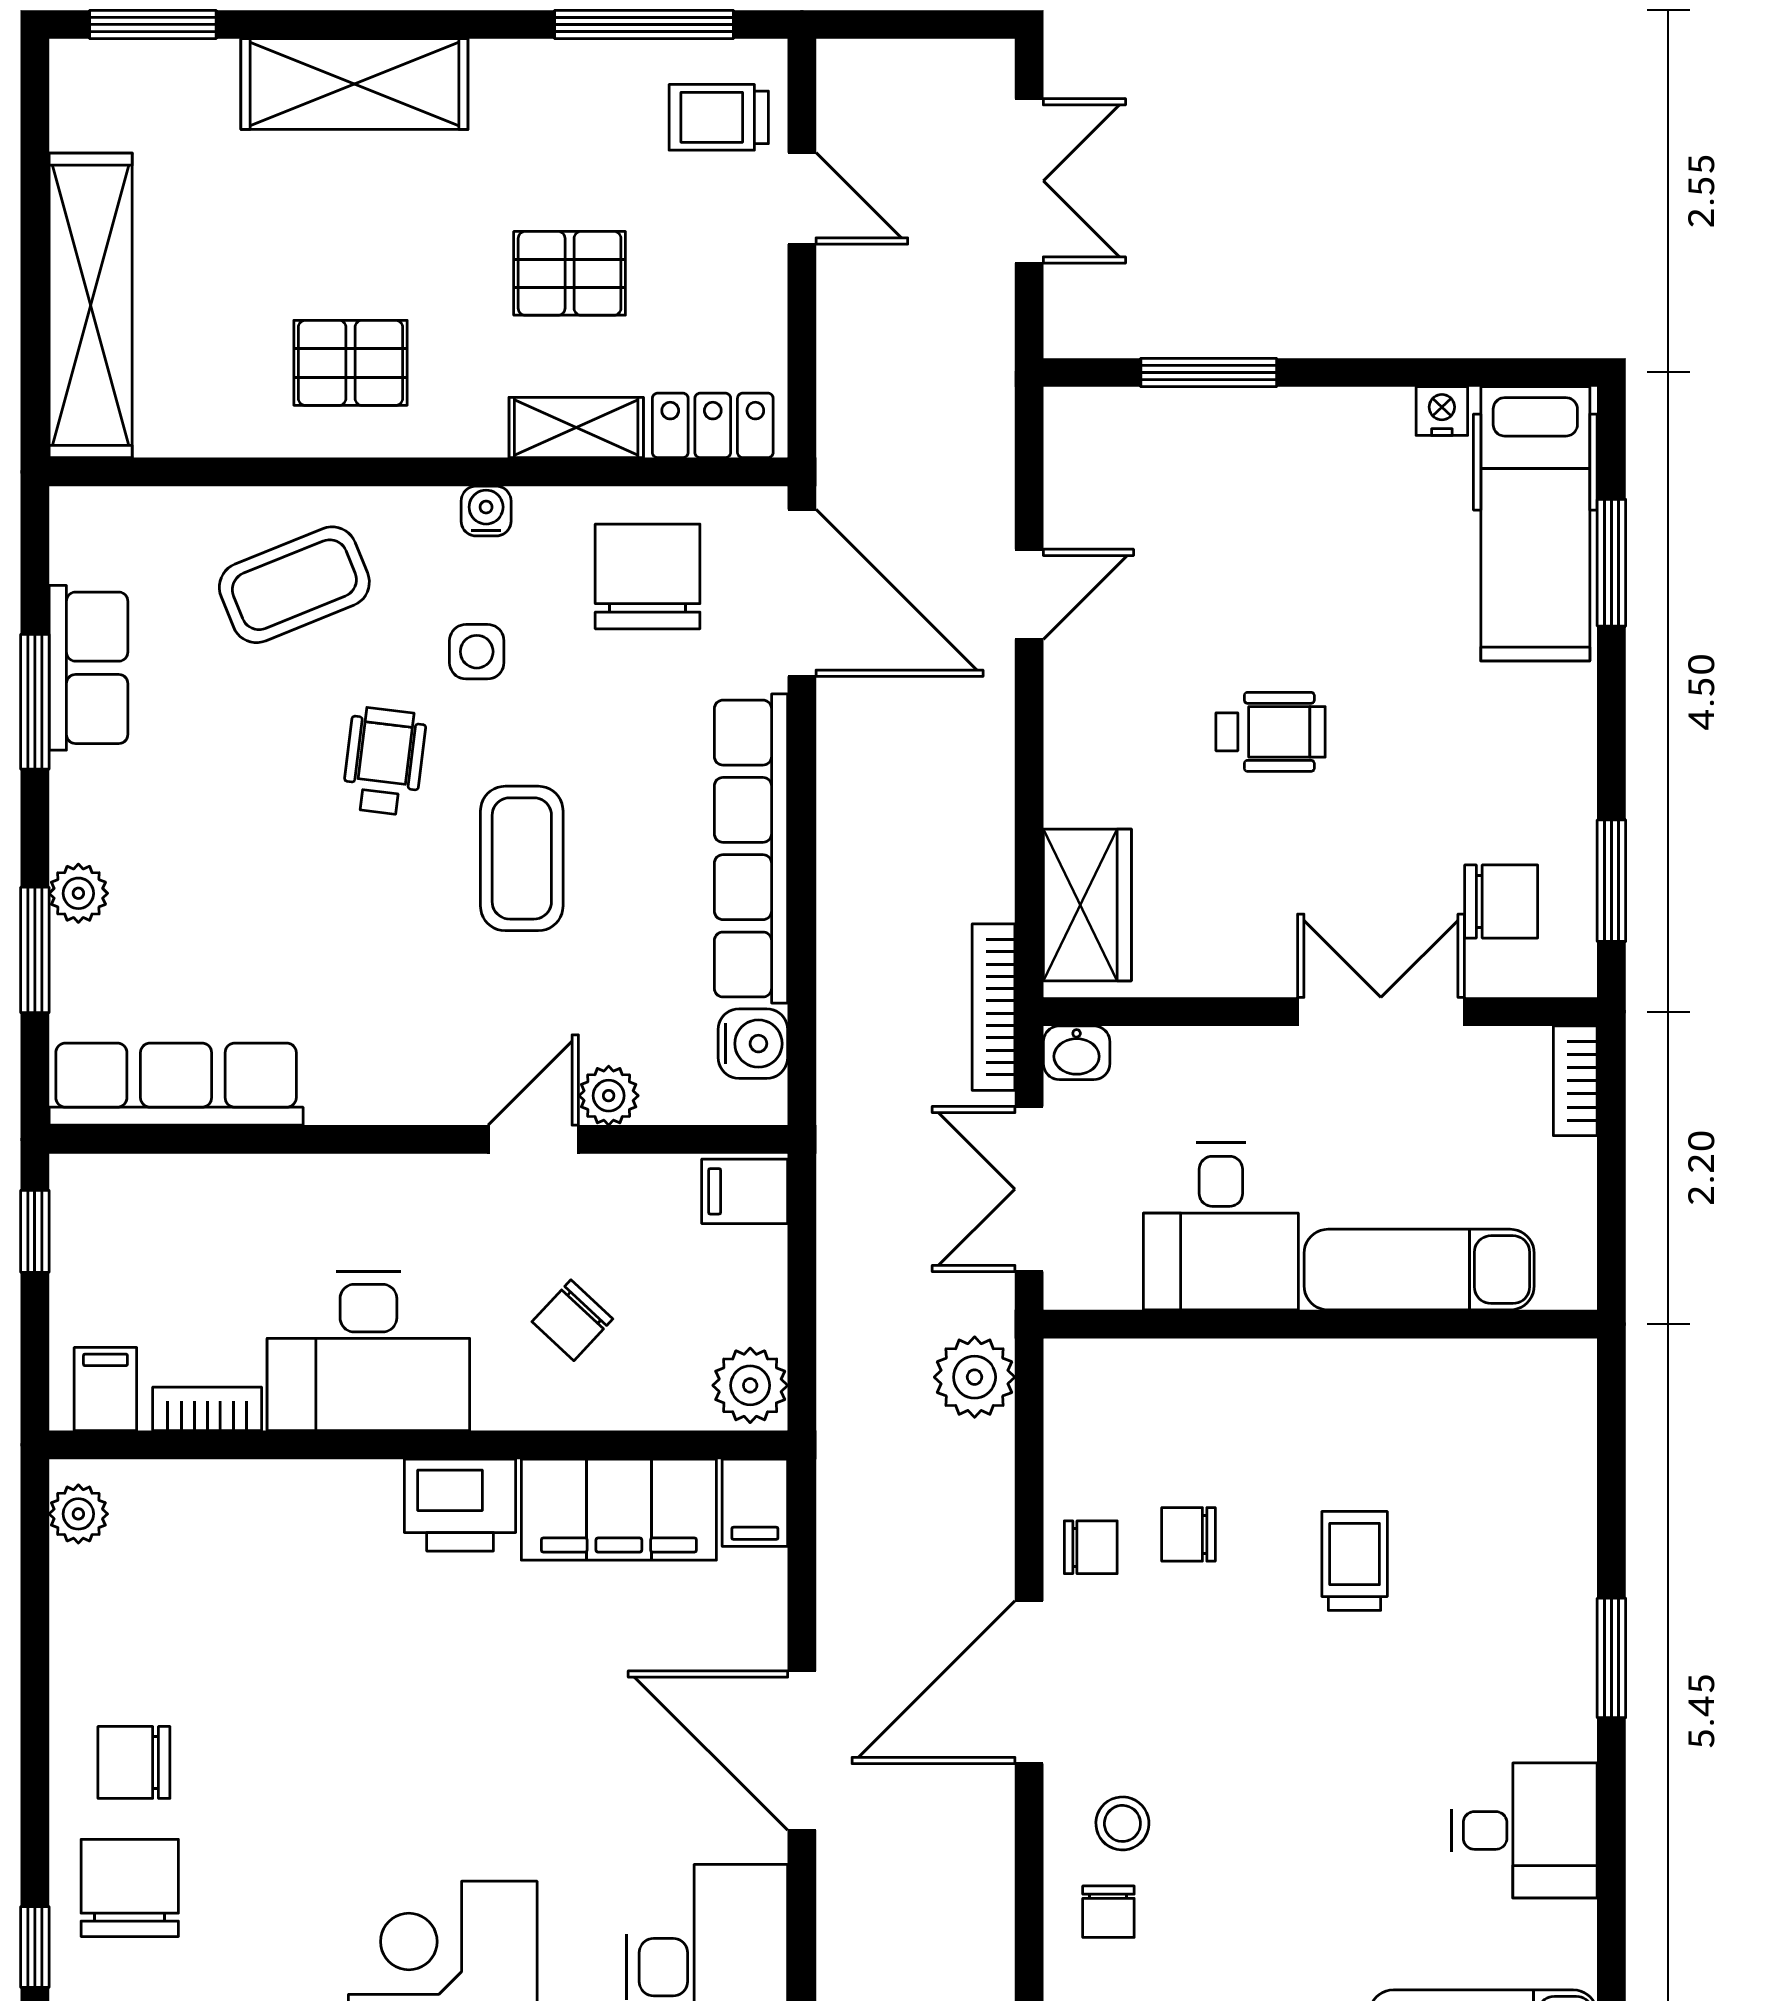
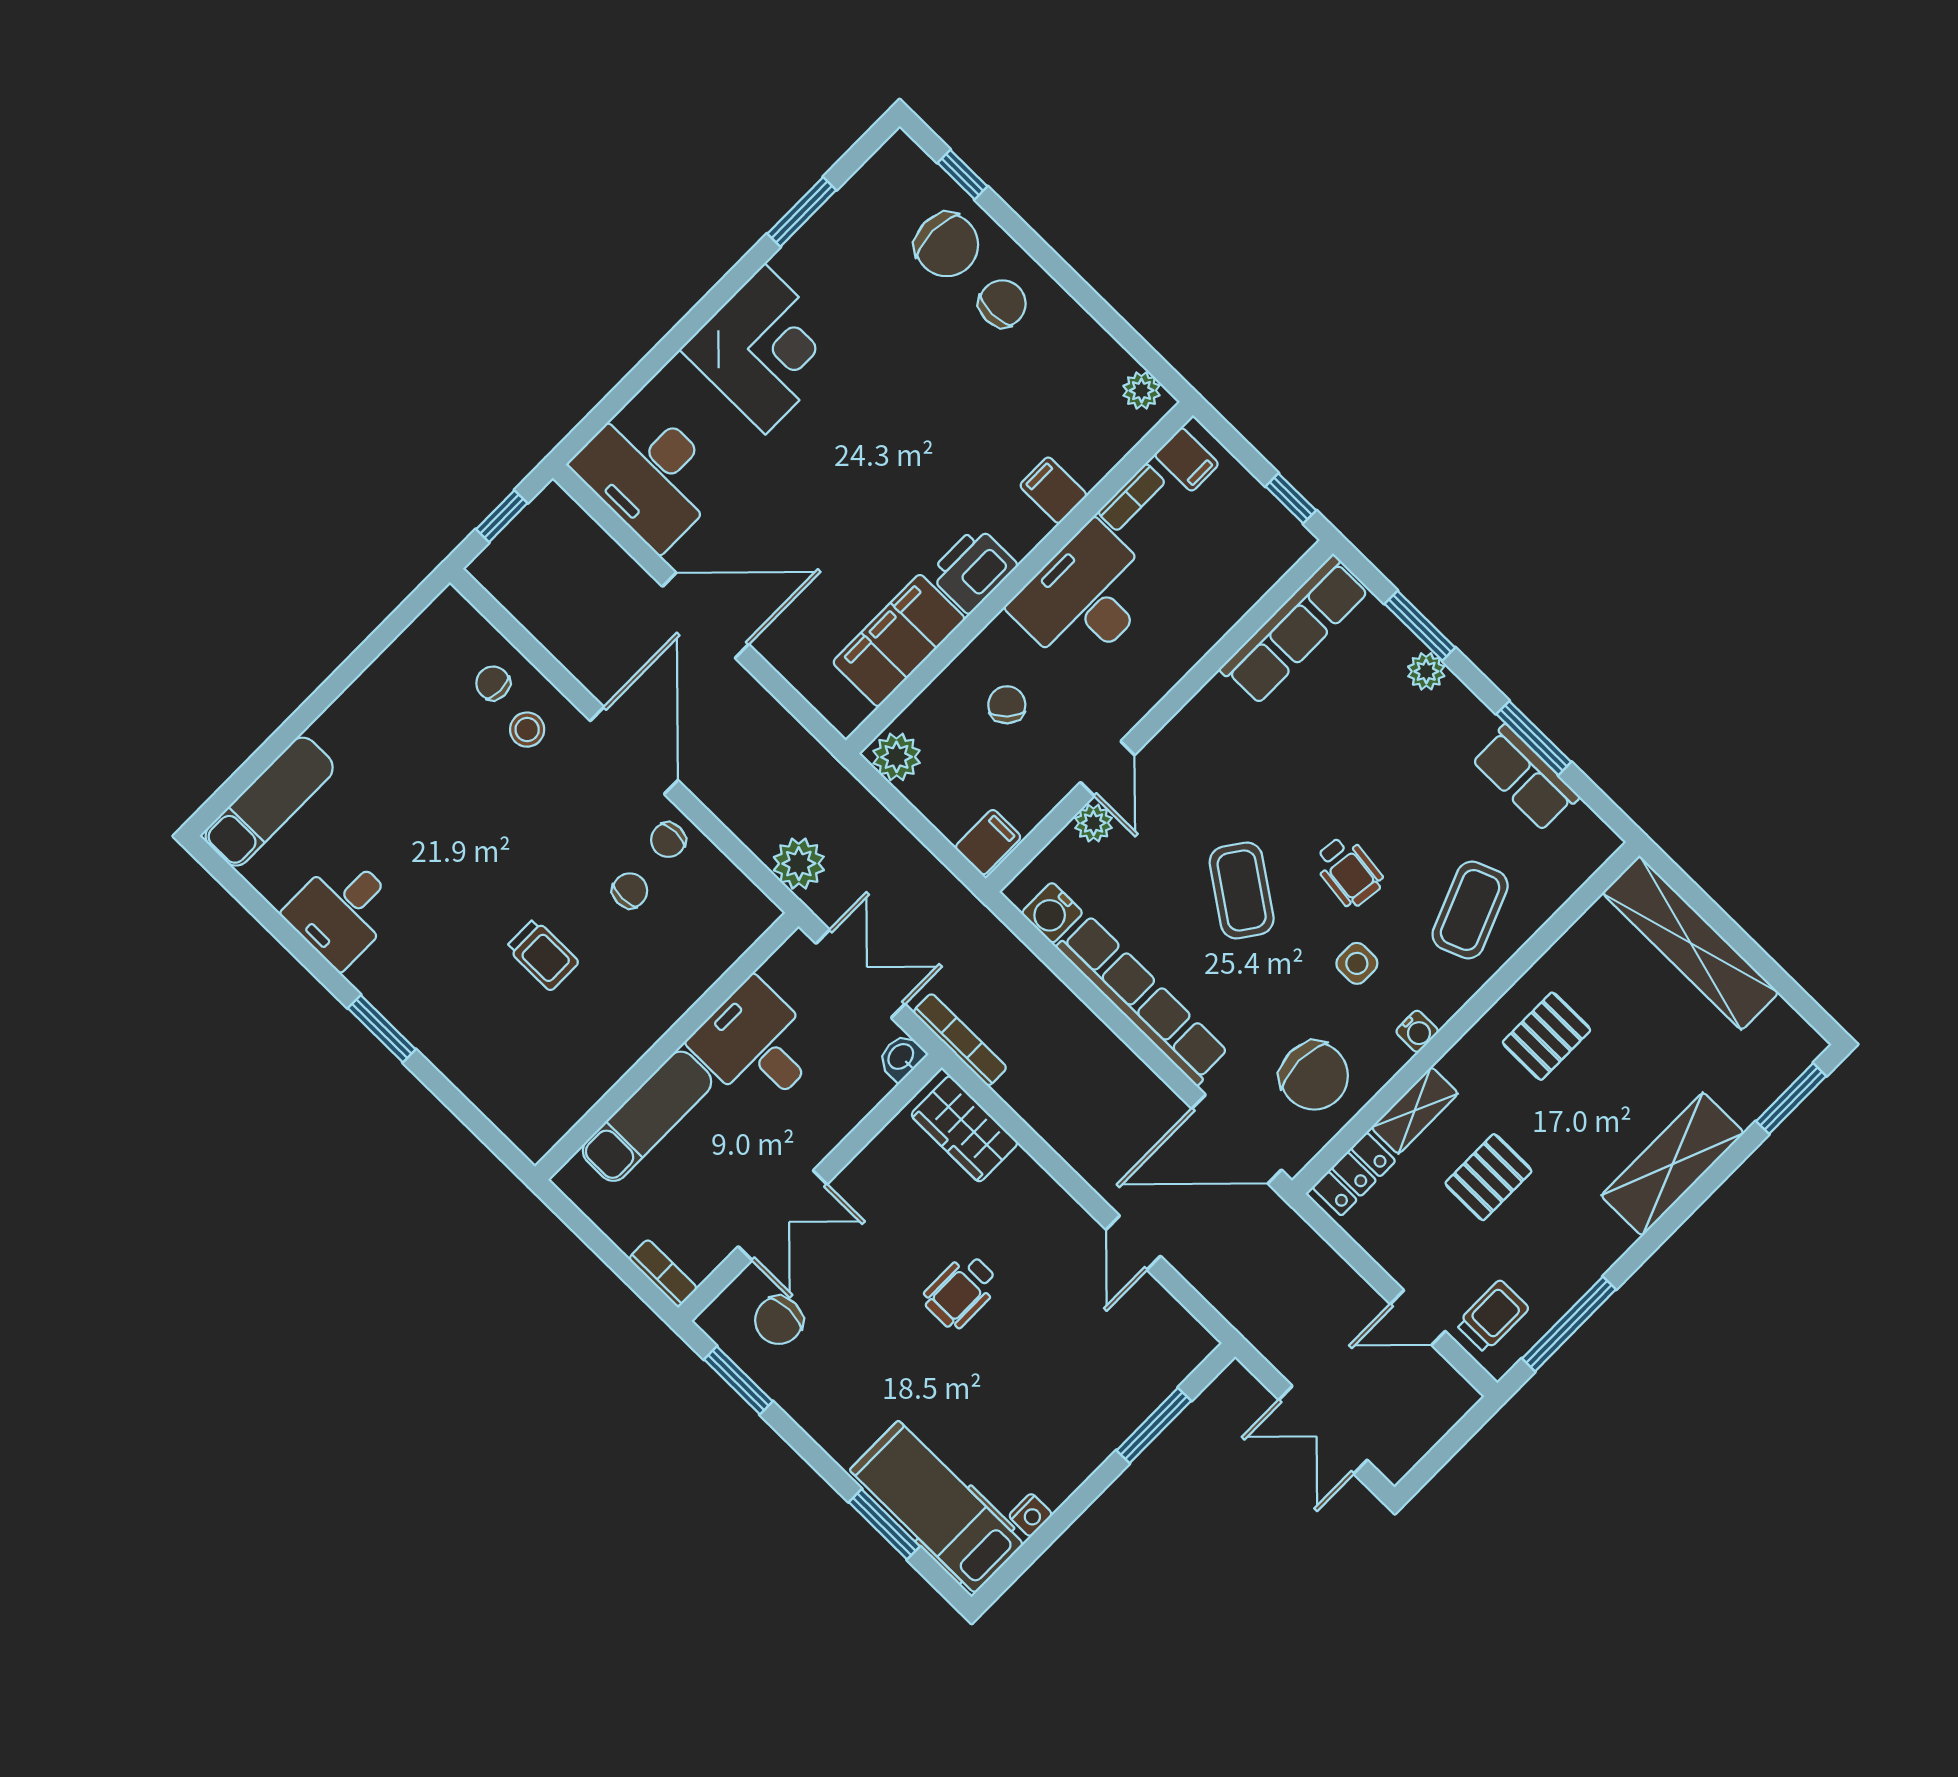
coffee table: (522, 858) -> (1242, 891), turned 35
filing cabinet: (755, 1503) -> (1053, 490), moved

